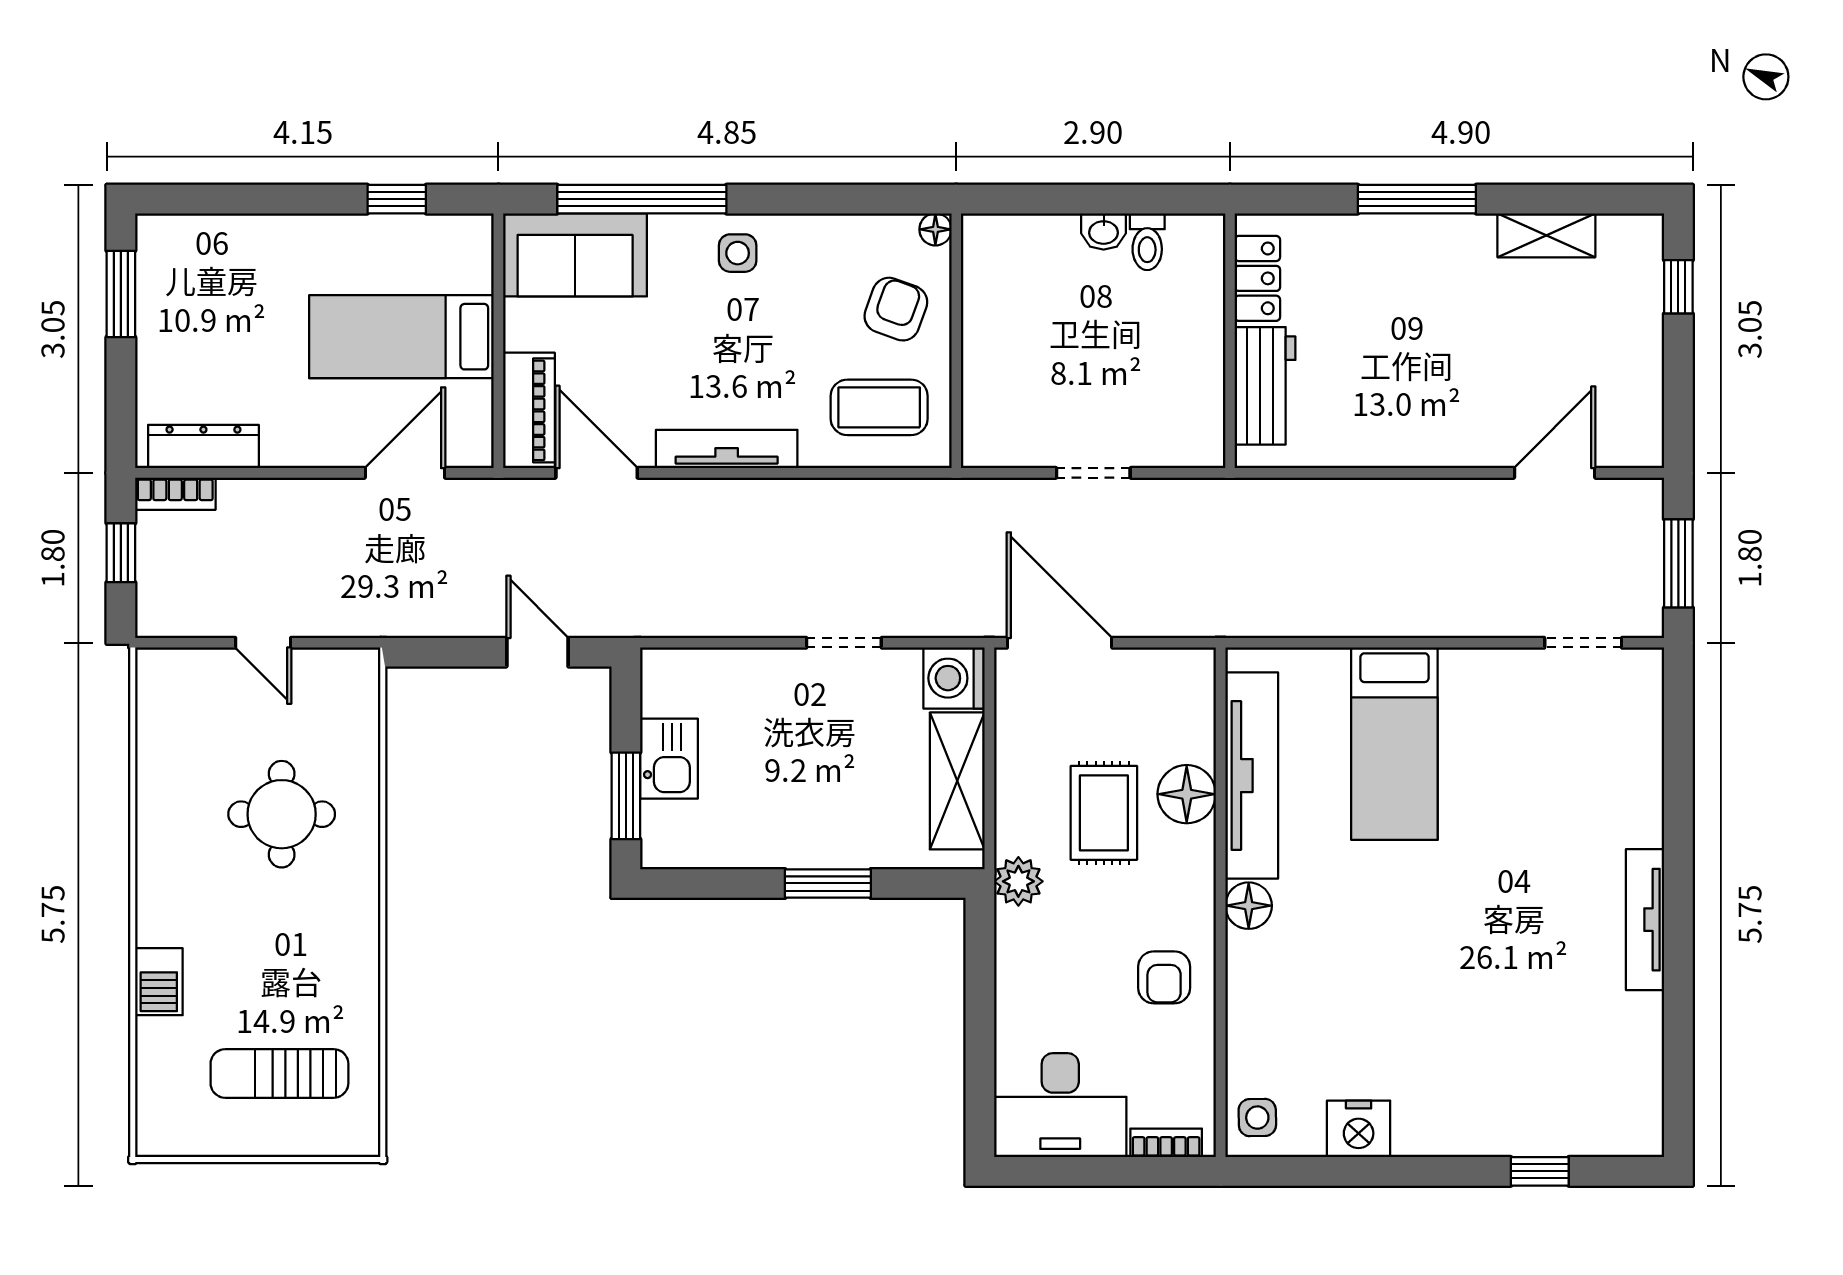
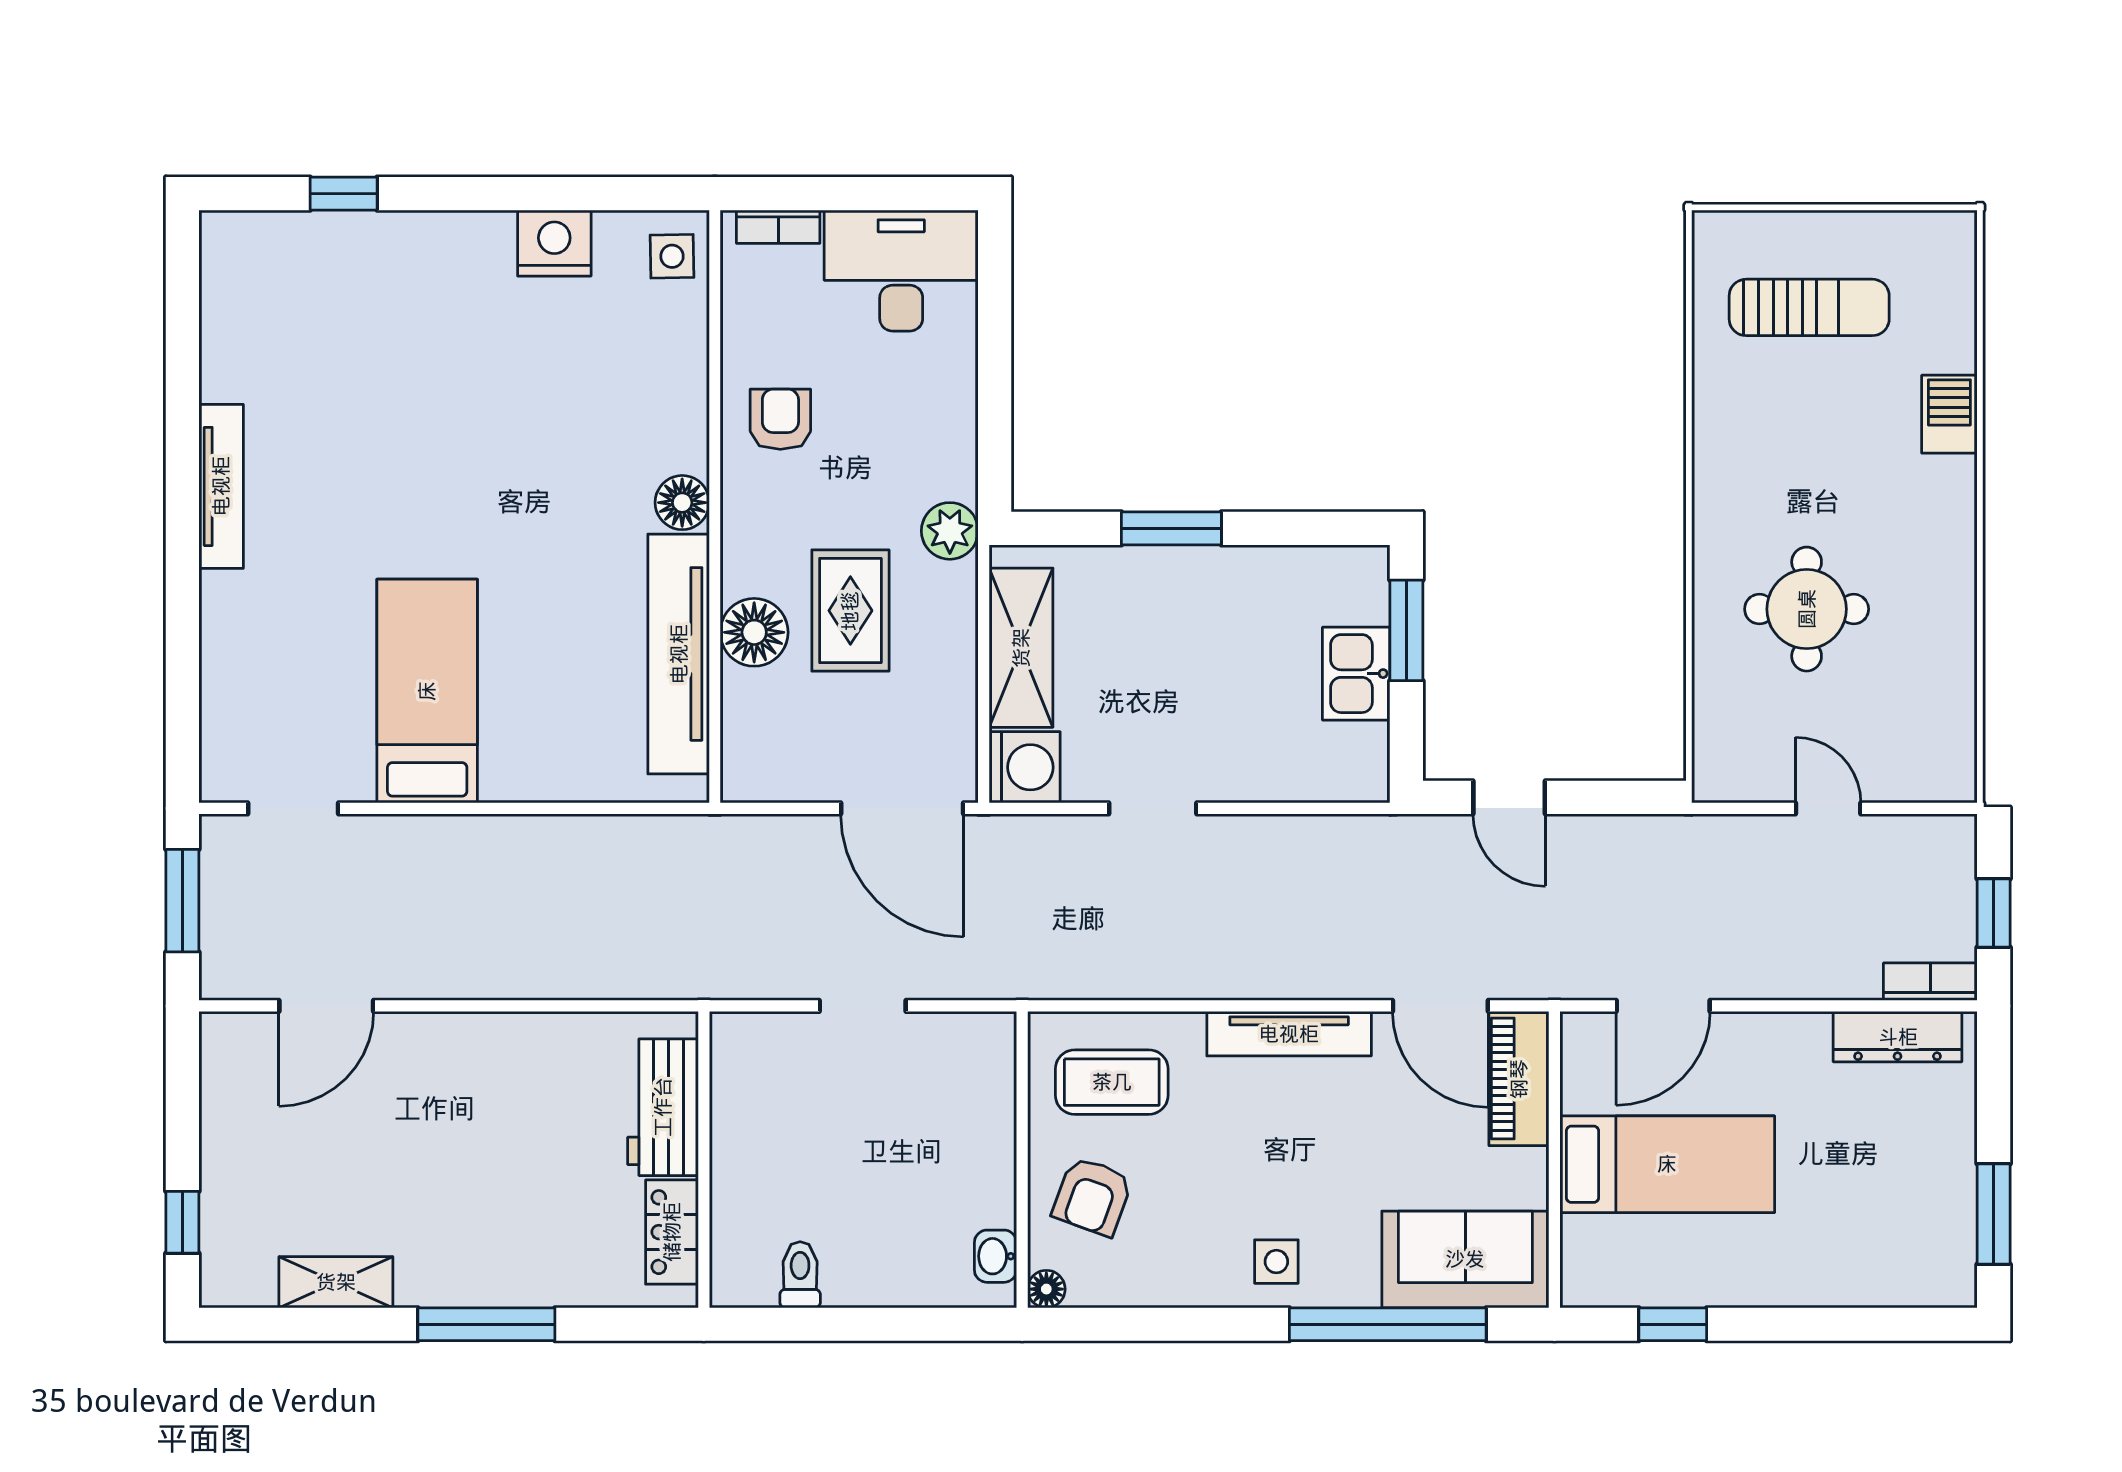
washbasin: (1104, 231) -> (995, 1256), moved, turned -90
bed: (1394, 744) -> (427, 691), moved

